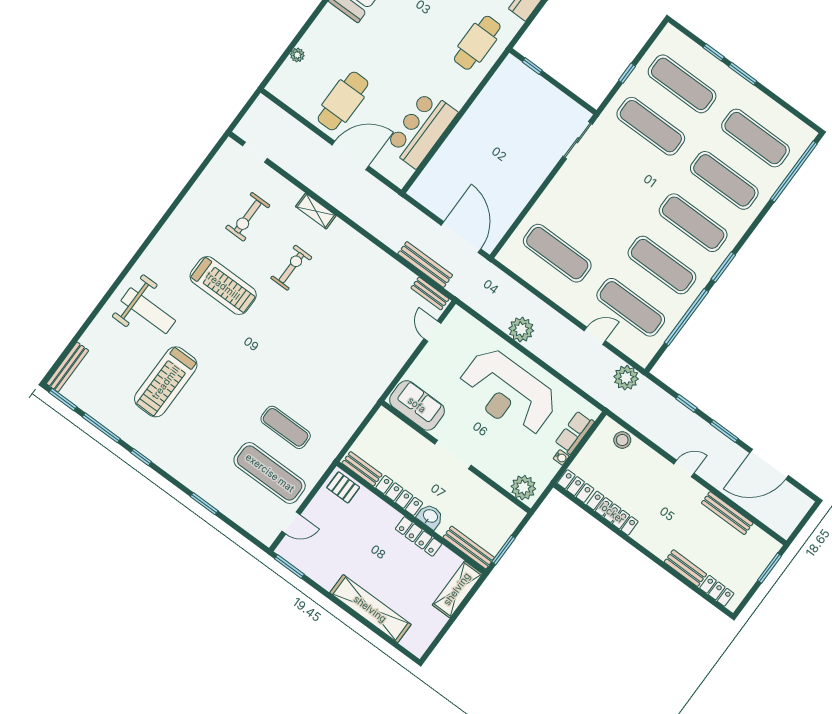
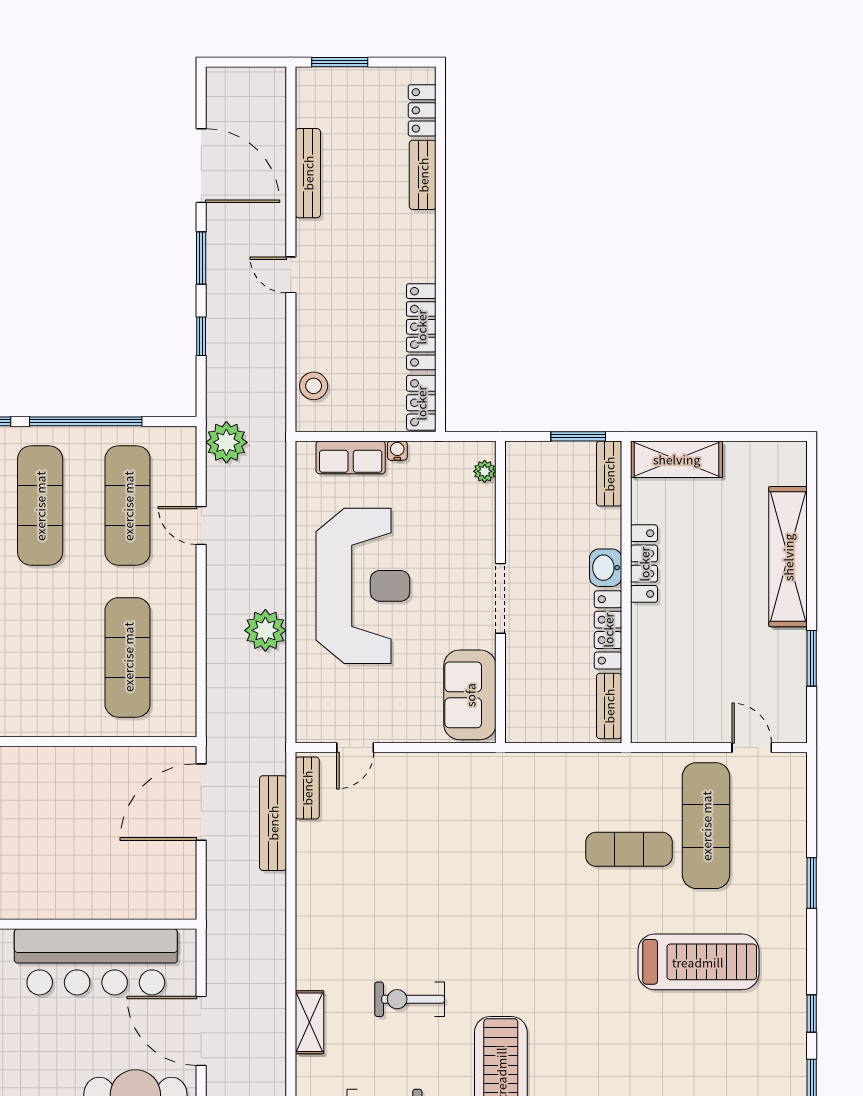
bar counter: (421, 129) -> (96, 962), width x1.36
treadmill: (166, 382) -> (698, 962), moved
exercise mat: (286, 427) -> (629, 849), turned 90
pallet: (343, 487) -> (653, 713), removed
plant: (523, 488) -> (485, 471), width x0.53, depth x0.53
bench: (469, 547) -> (609, 474), width x0.73
window: (289, 567) -> (812, 658), moved

